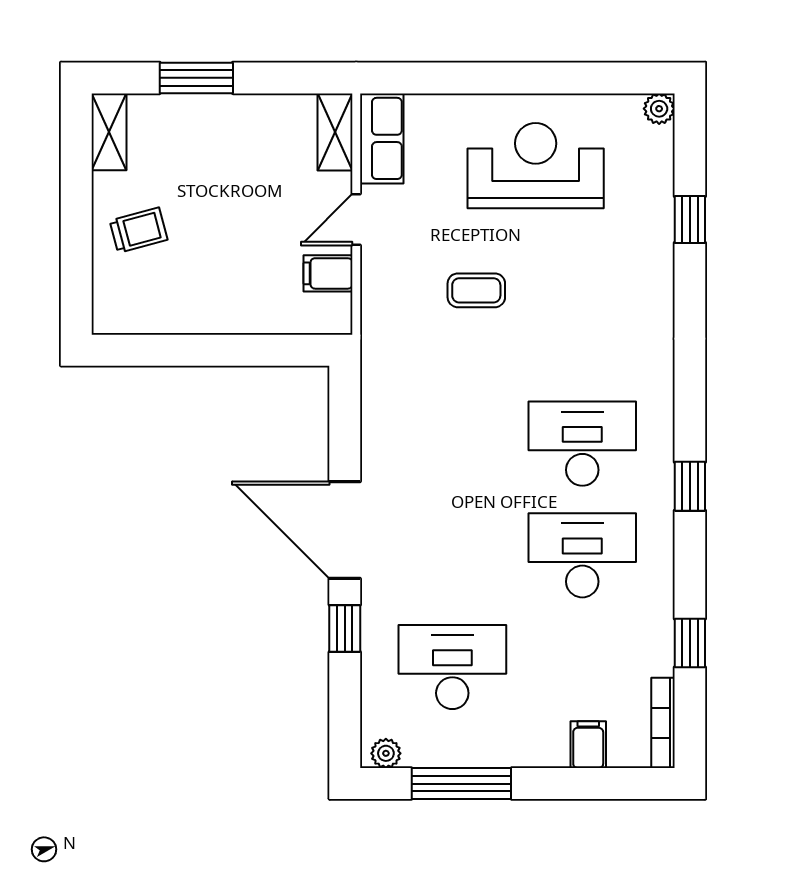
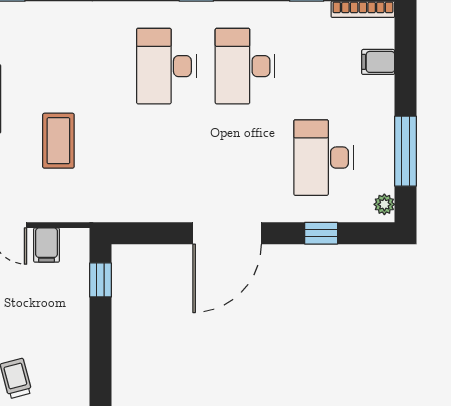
coffee table: (476, 290) -> (58, 141), width x1.36, depth x1.30
window: (279, 350) -> (101, 280), added
window: (345, 628) -> (321, 233), moved

